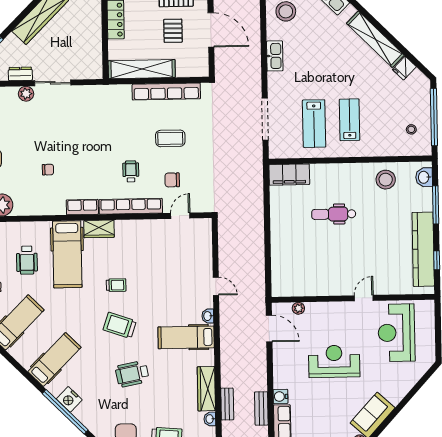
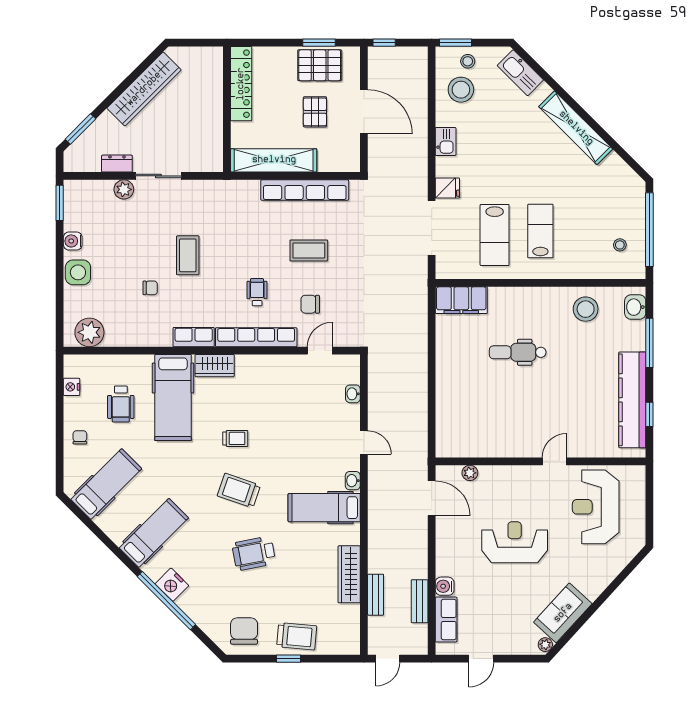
kitchen sink: (275, 56) -> (446, 142), width x0.73
fridge: (404, 68) -> (447, 188), moved, turned -135
coffee table: (77, 144) -> (188, 255), added
washbasin: (210, 419) -> (353, 394), moved

